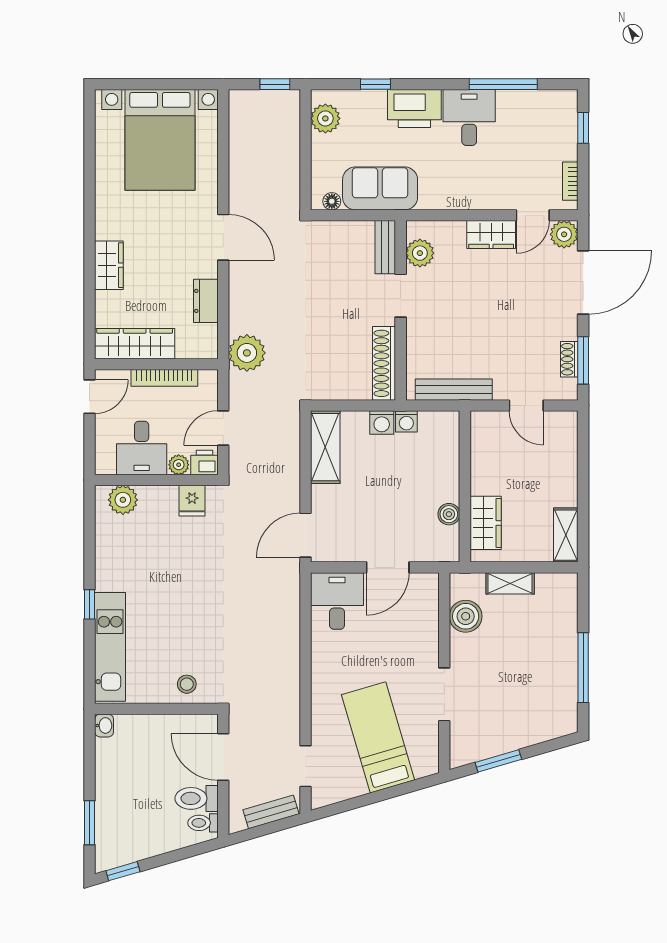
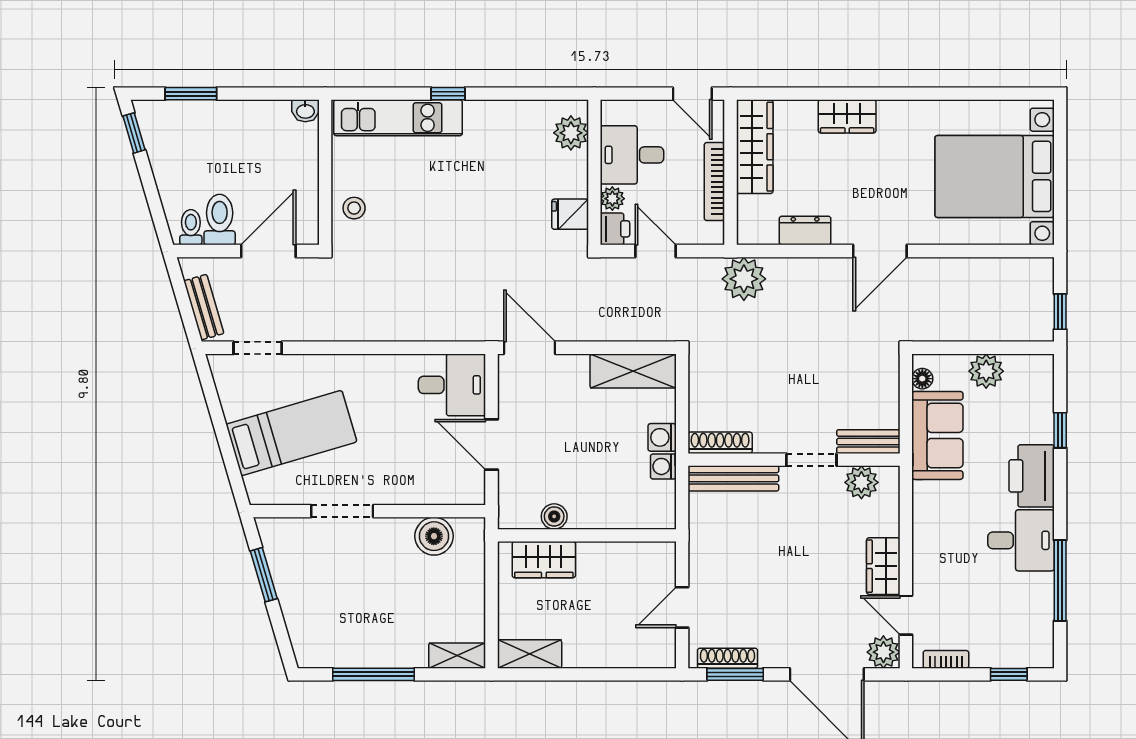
plant: (325, 118) -> (986, 371), moved
shoe rack: (569, 359) -> (727, 658), width x1.43
shoe rack: (384, 363) -> (720, 443), width x0.74, depth x0.81
bench: (454, 390) -> (733, 478), moved, turned 90
shelving: (510, 583) -> (457, 656), moved, turned 90

